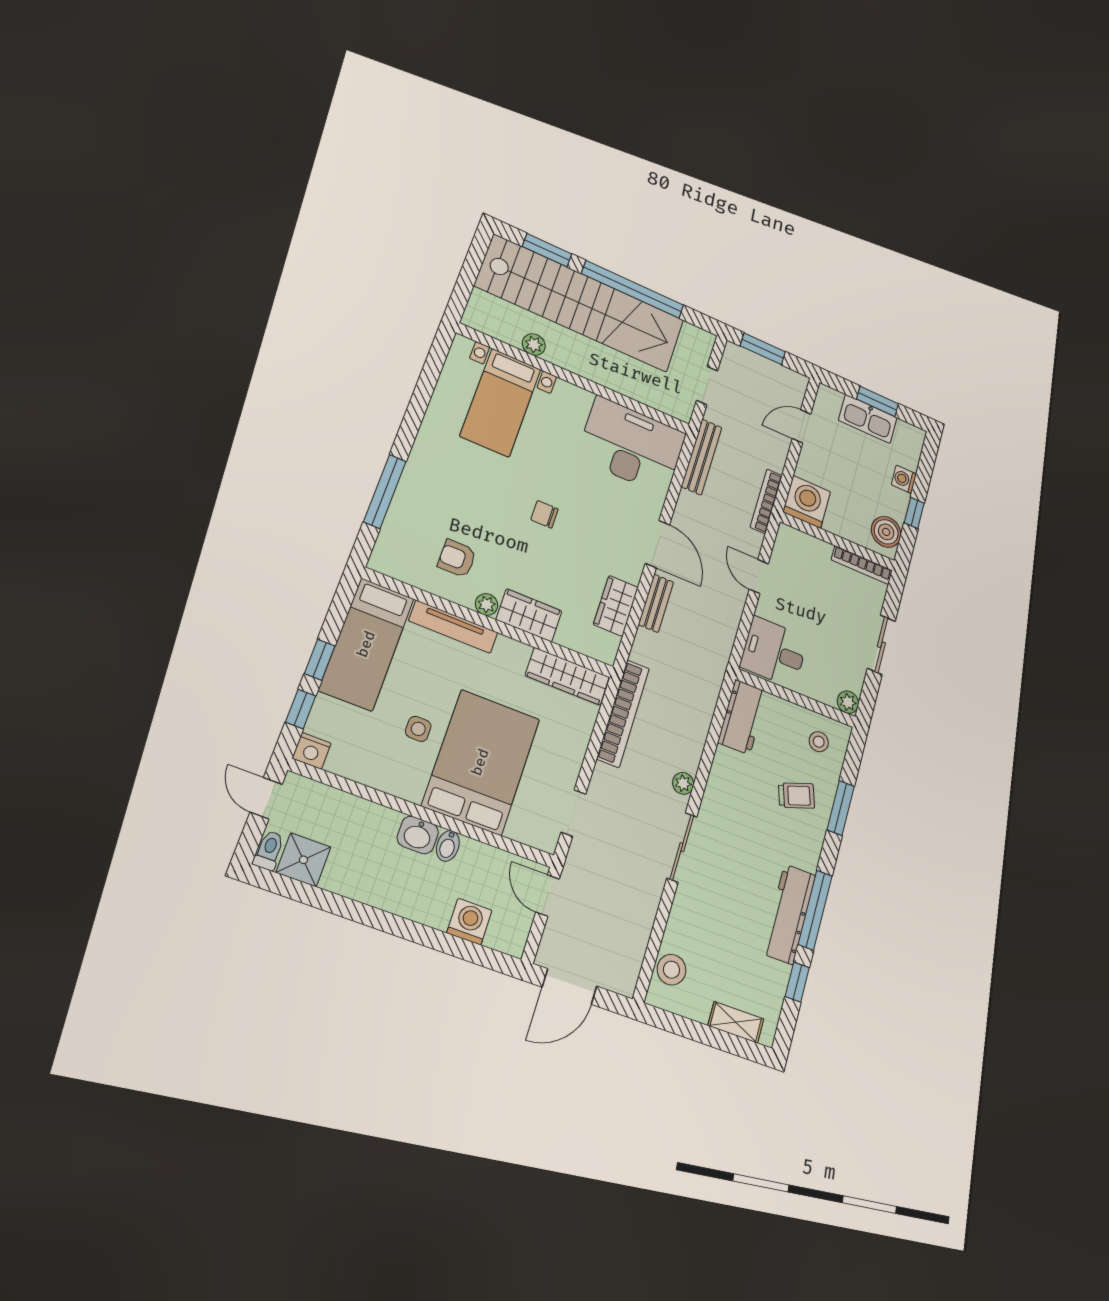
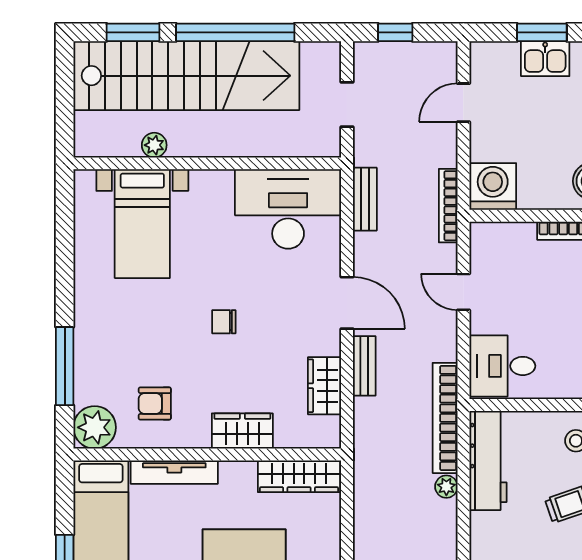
window: (763, 349) -> (395, 32), width x0.67
kitchen sink: (868, 419) -> (545, 59), width x0.73
bench: (702, 457) -> (365, 199), width x0.73
plant: (487, 604) -> (95, 427), moved, width x1.88, depth x1.88
bookcase: (623, 713) -> (445, 418), moved, turned 180
workbench: (742, 717) -> (488, 460), width x1.38
plant: (683, 783) -> (446, 487), moved

